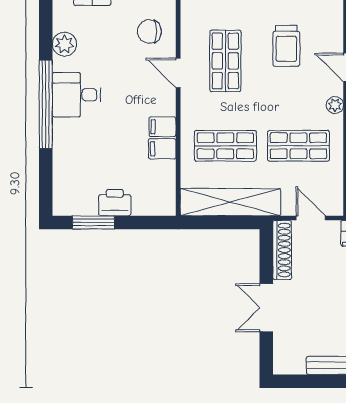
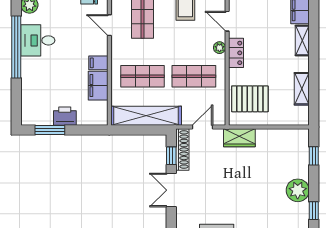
filing cabinet: (162, 149) -> (98, 86), width x2.00
door: (311, 218) -> (202, 127), hinge flipped
window: (266, 259) -> (171, 156), added

